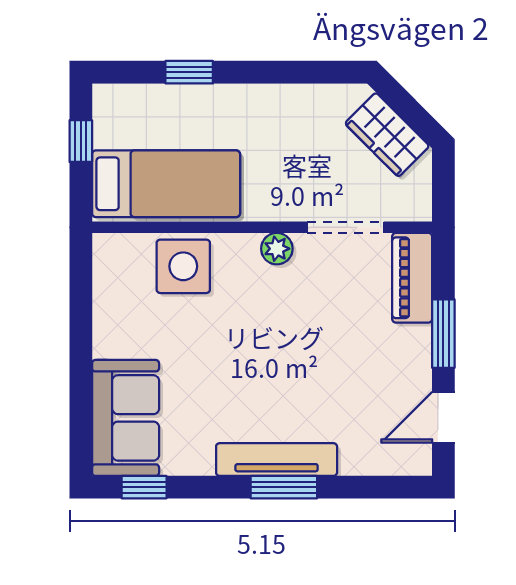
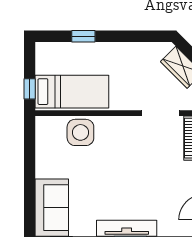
window: (81, 141) -> (30, 89), moved
plant: (277, 249) -> (127, 124), removed

